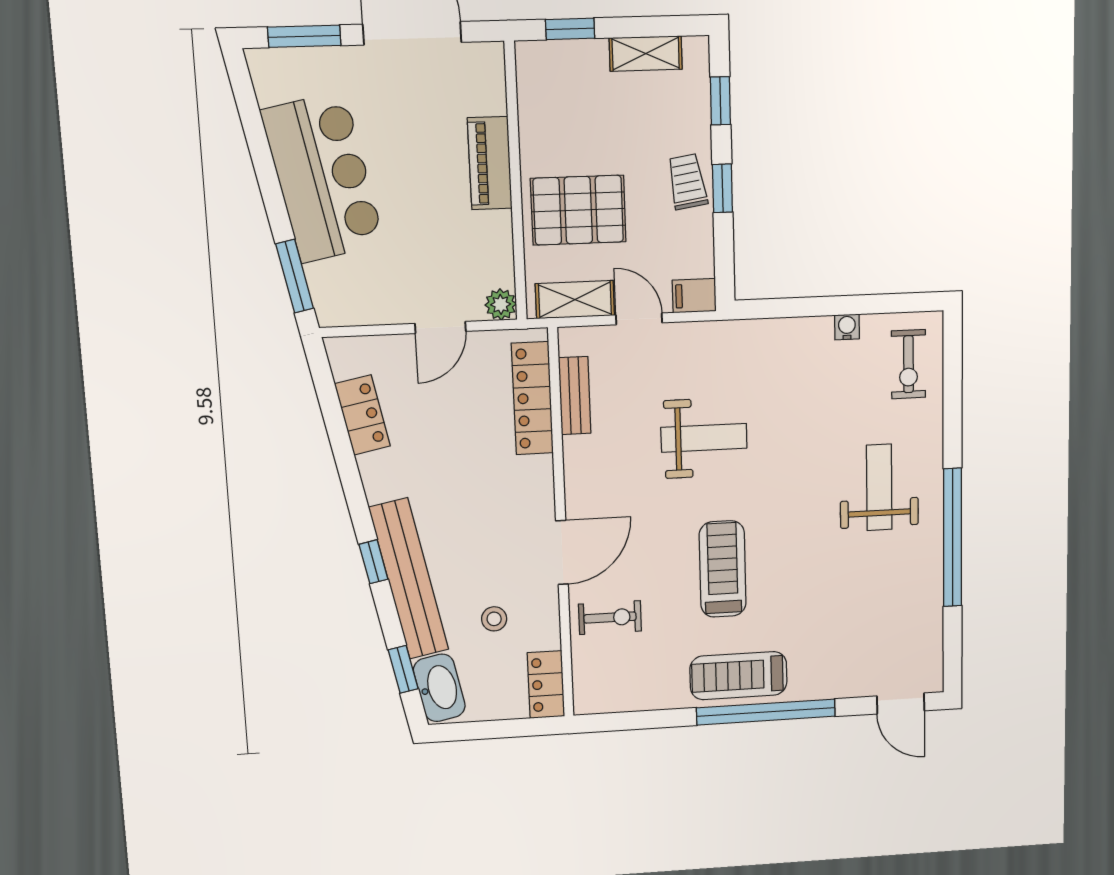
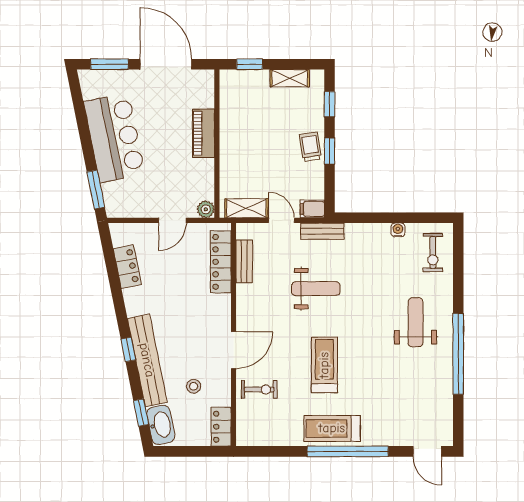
pallet: (578, 210) -> (250, 160), removed
bench: (713, 335) -> (322, 231), added

